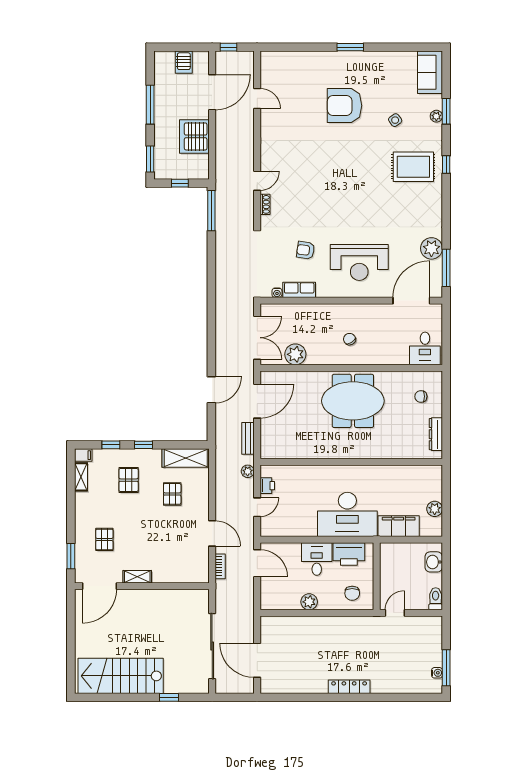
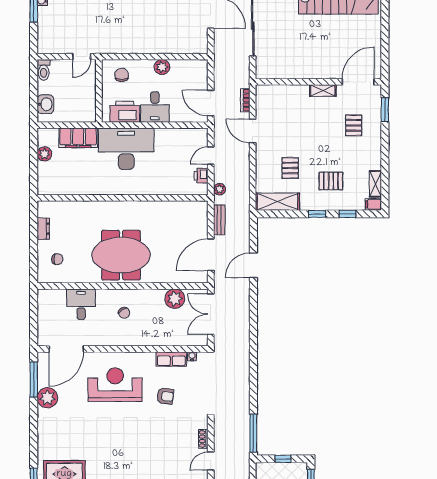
desk: (425, 348) -> (81, 304), moved
dresser: (436, 434) -> (43, 229), width x0.70
pallet: (129, 480) -> (331, 181), turned 90

